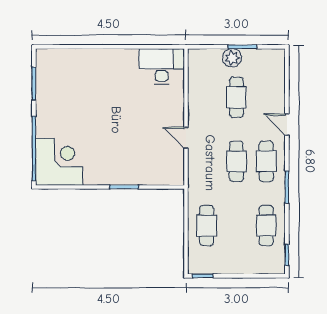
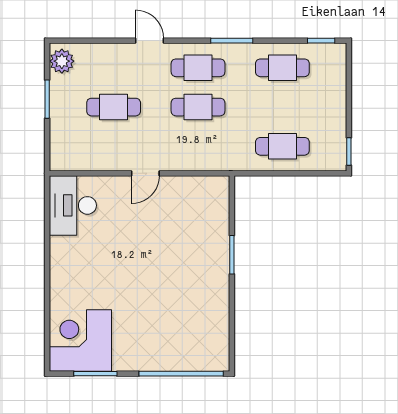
plant: (232, 58) -> (62, 61), moved
door: (287, 125) -> (150, 41), swing flipped
door: (186, 138) -> (145, 173), moved
corner desk: (59, 162) -> (80, 340), moved

